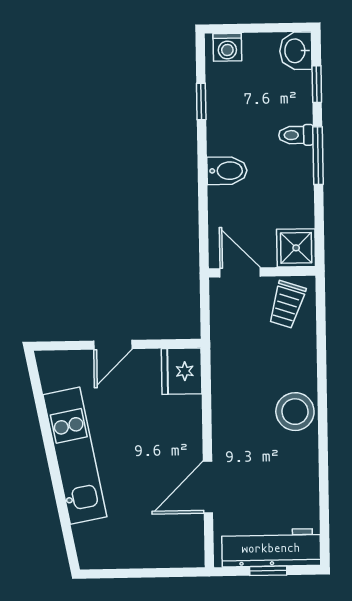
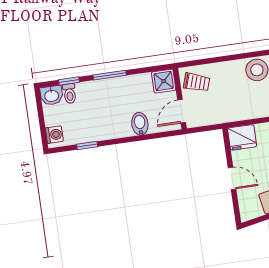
toilet: (296, 135) -> (70, 94), moved
bidet: (227, 171) -> (140, 124), moved

